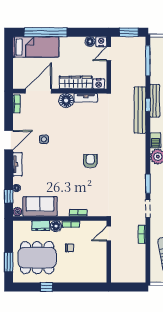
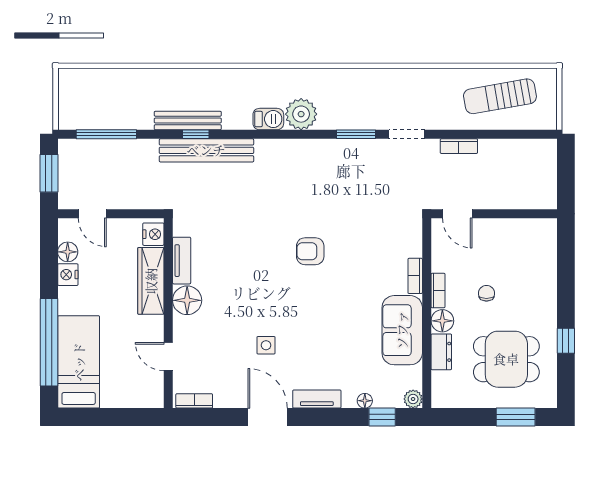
nightstand: (101, 42) -> (68, 275), moved
door: (38, 91) -> (168, 357), width x0.53
sofa: (40, 206) -> (402, 330), moved
dining table: (37, 258) -> (506, 359), width x0.73

